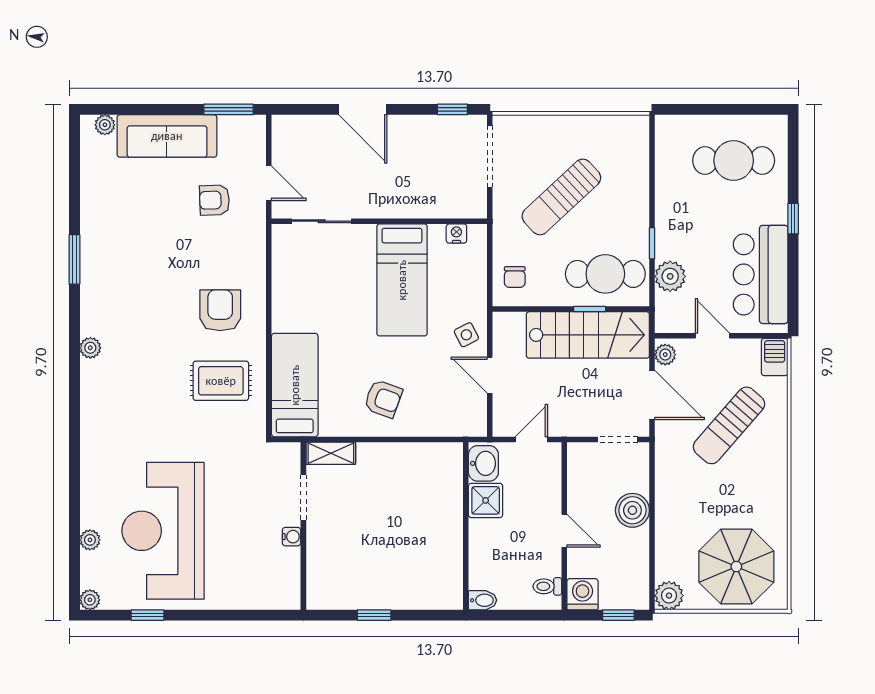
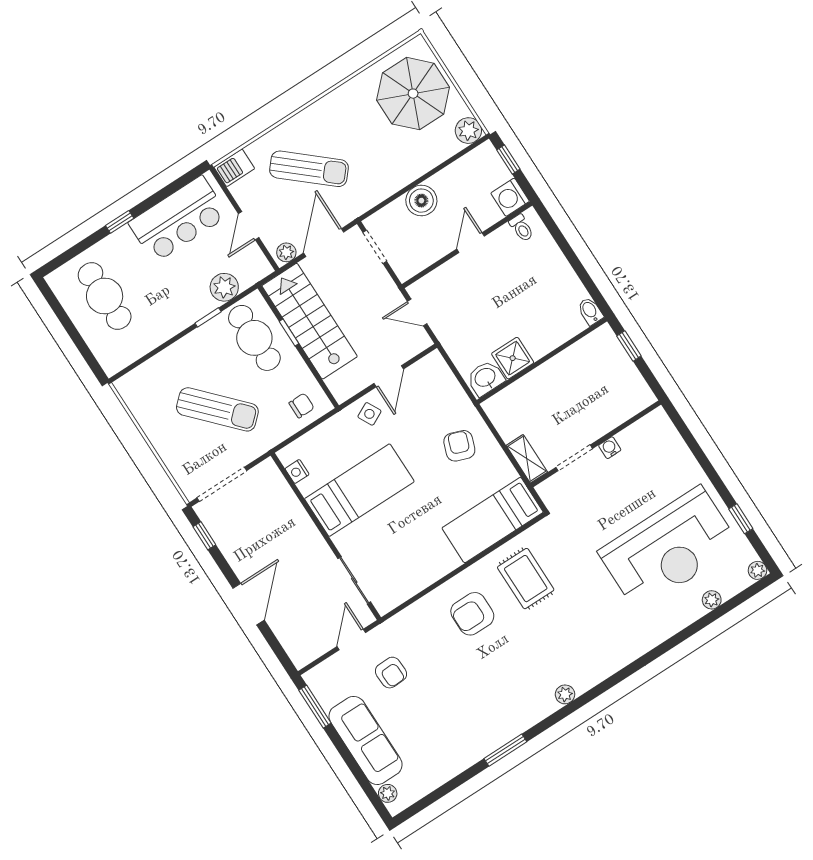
washbasin: (483, 463) -> (485, 378), moved
shower: (486, 500) -> (513, 358), moved
wall: (466, 526) -> (542, 361), moved
bidet: (483, 600) -> (590, 311), moved

